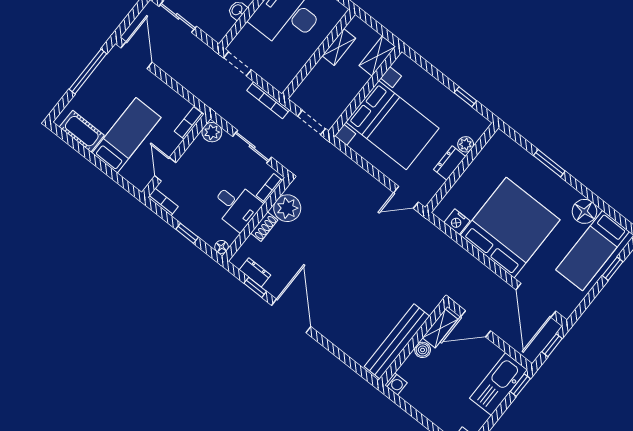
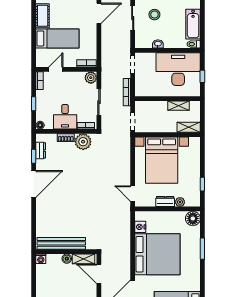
floor lamp: (584, 211) -> (193, 218), moved

